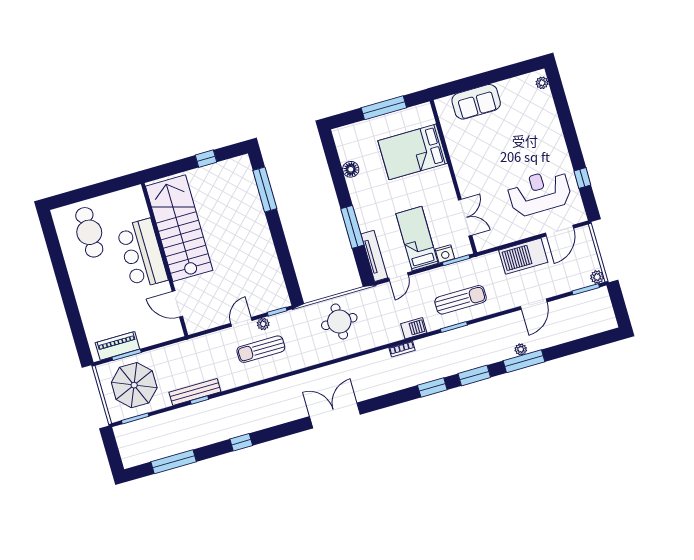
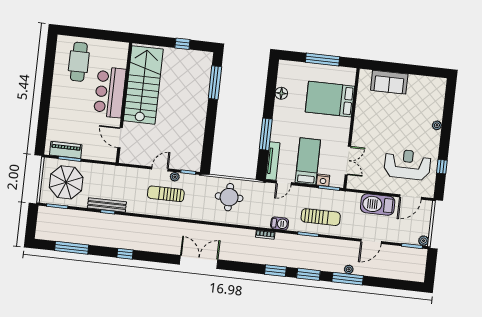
plant: (542, 83) -> (437, 125), moved

